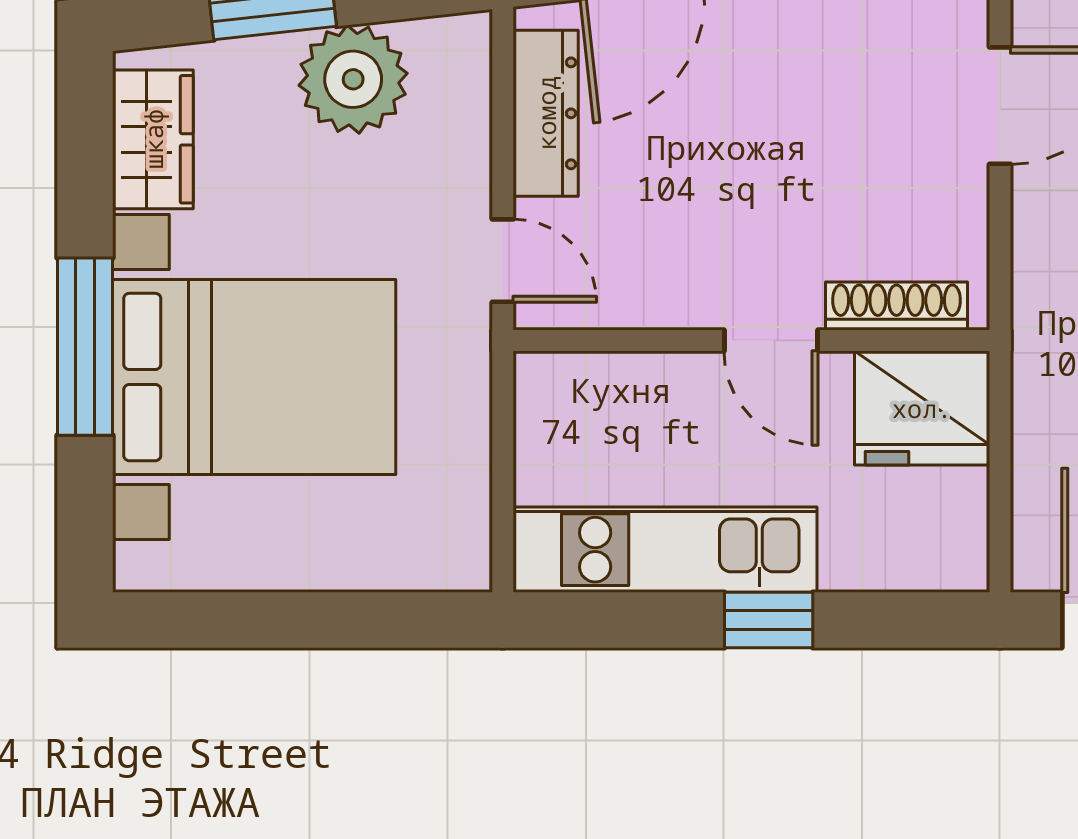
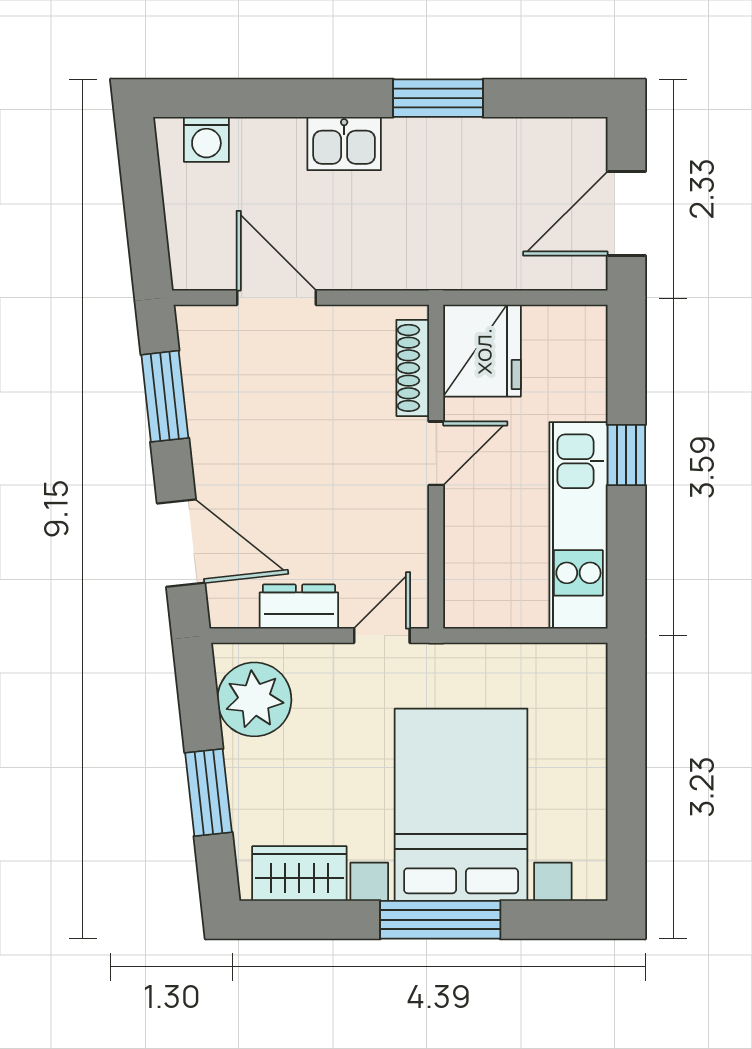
plant: (353, 79) -> (254, 699), moved
dresser: (546, 113) -> (299, 607), width x0.70

